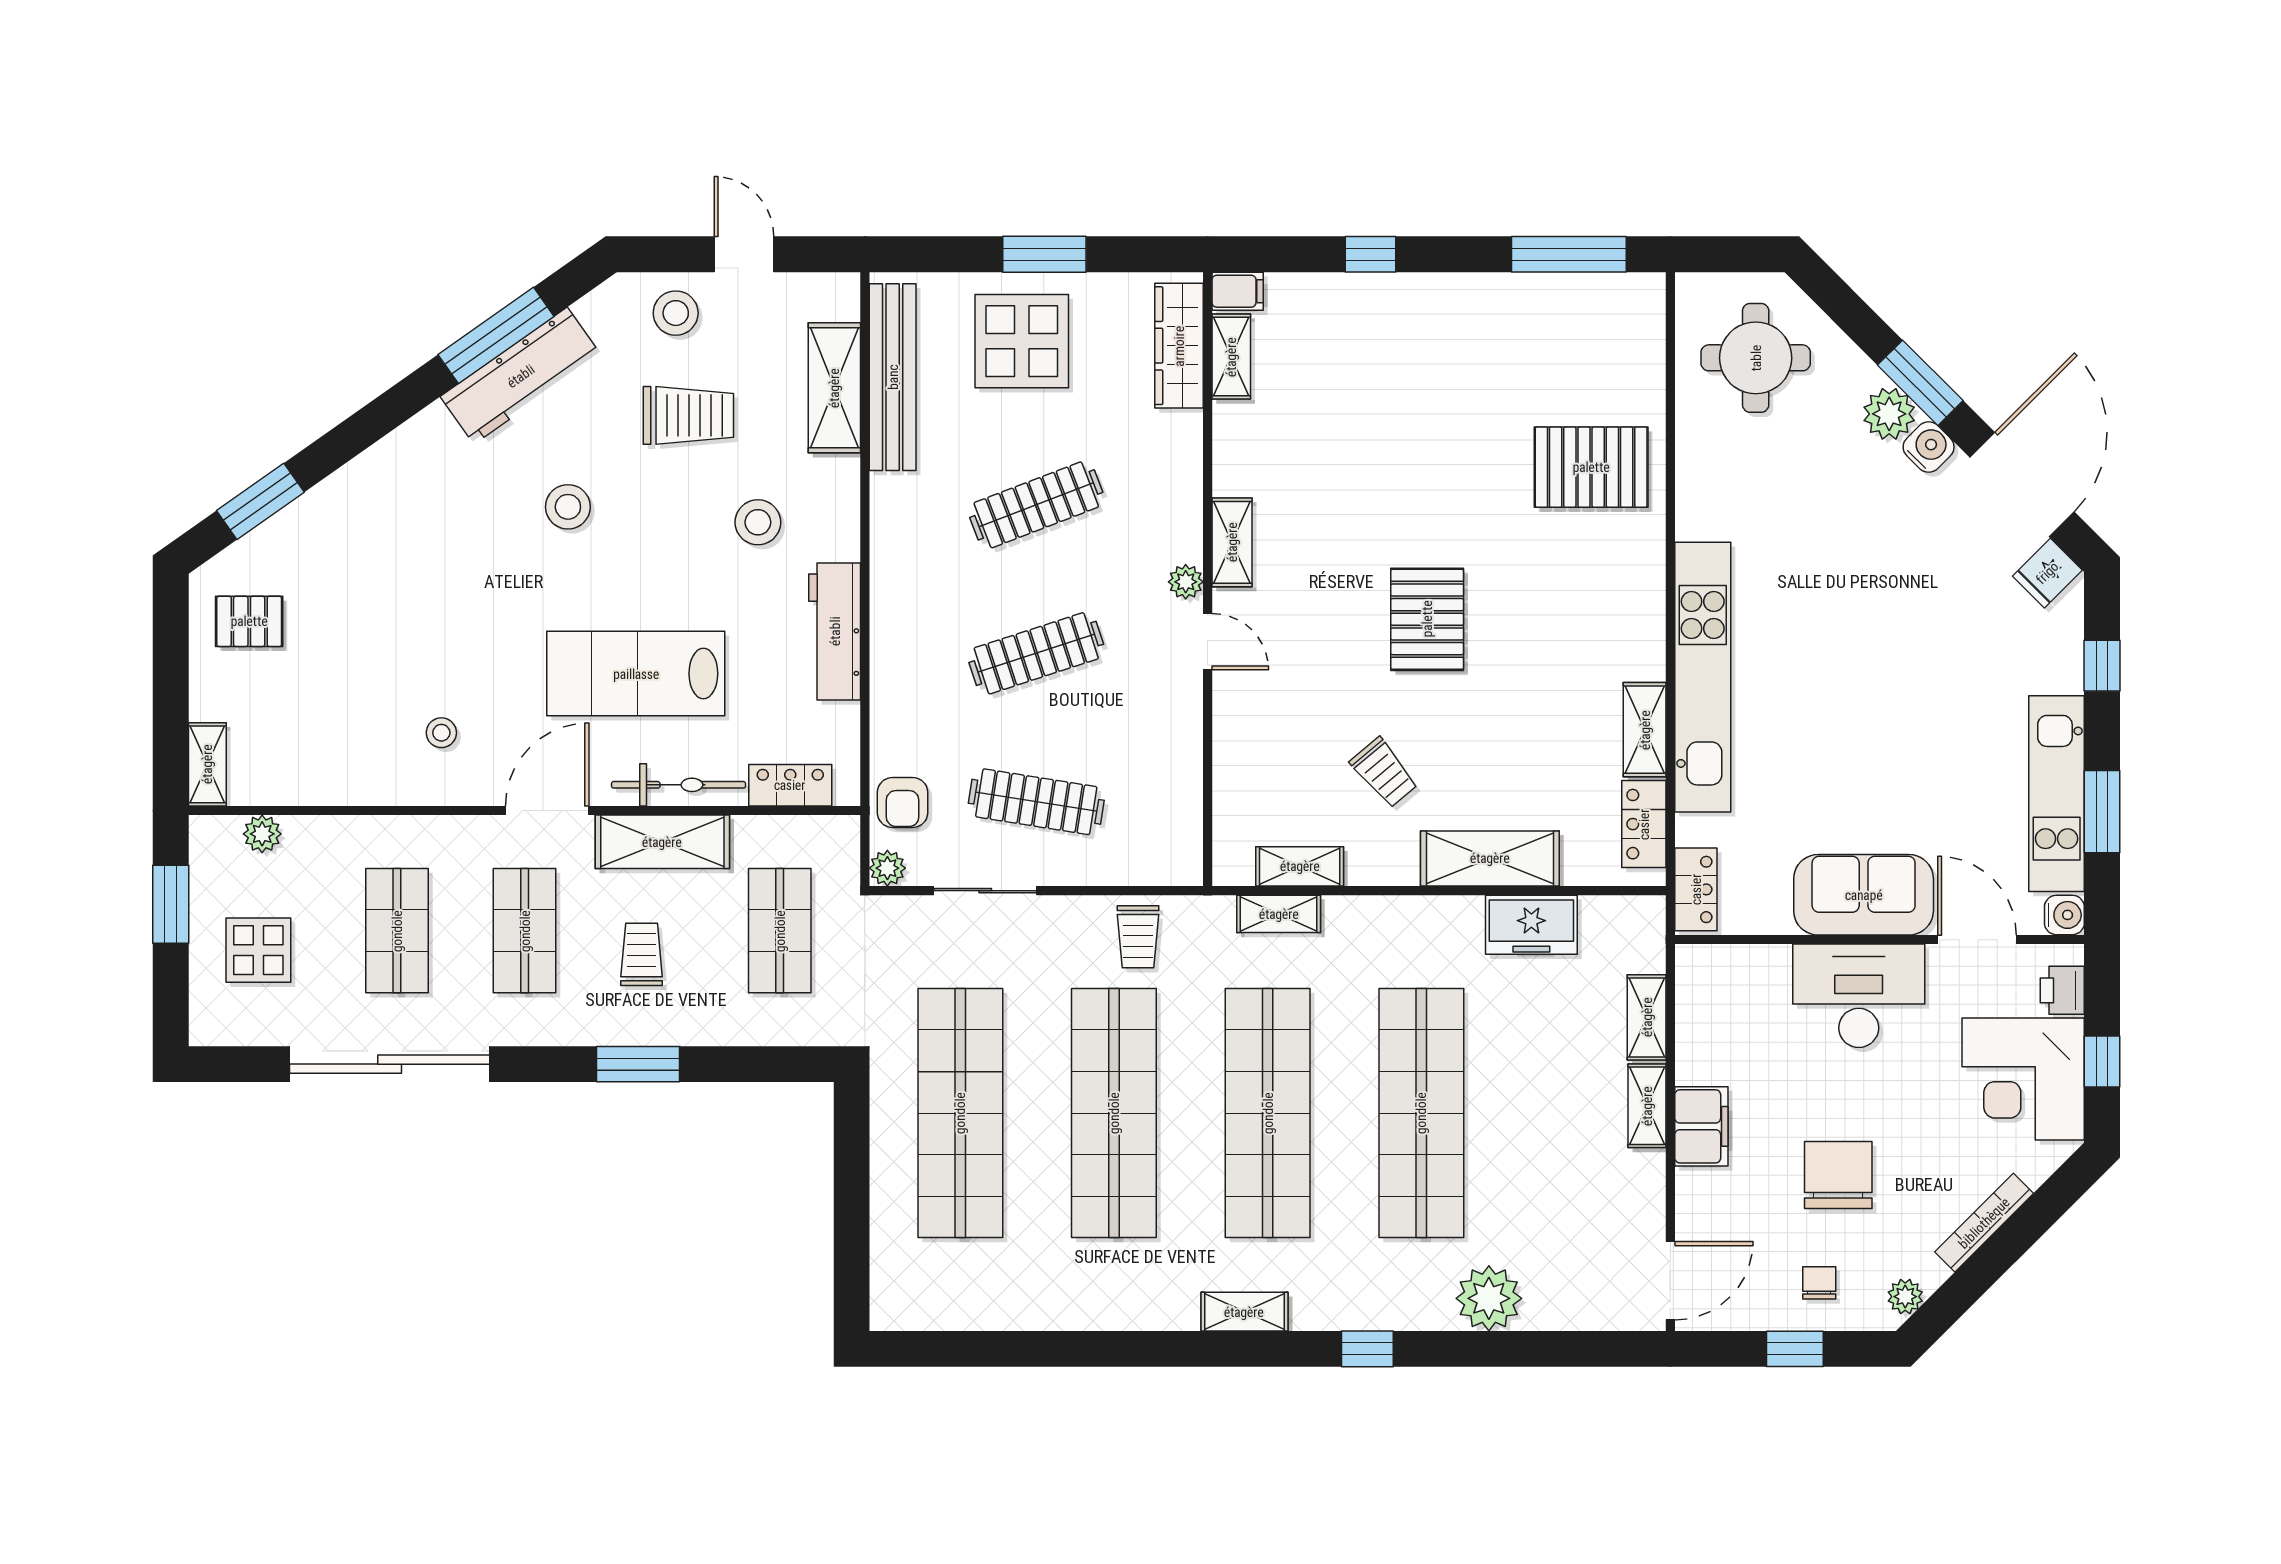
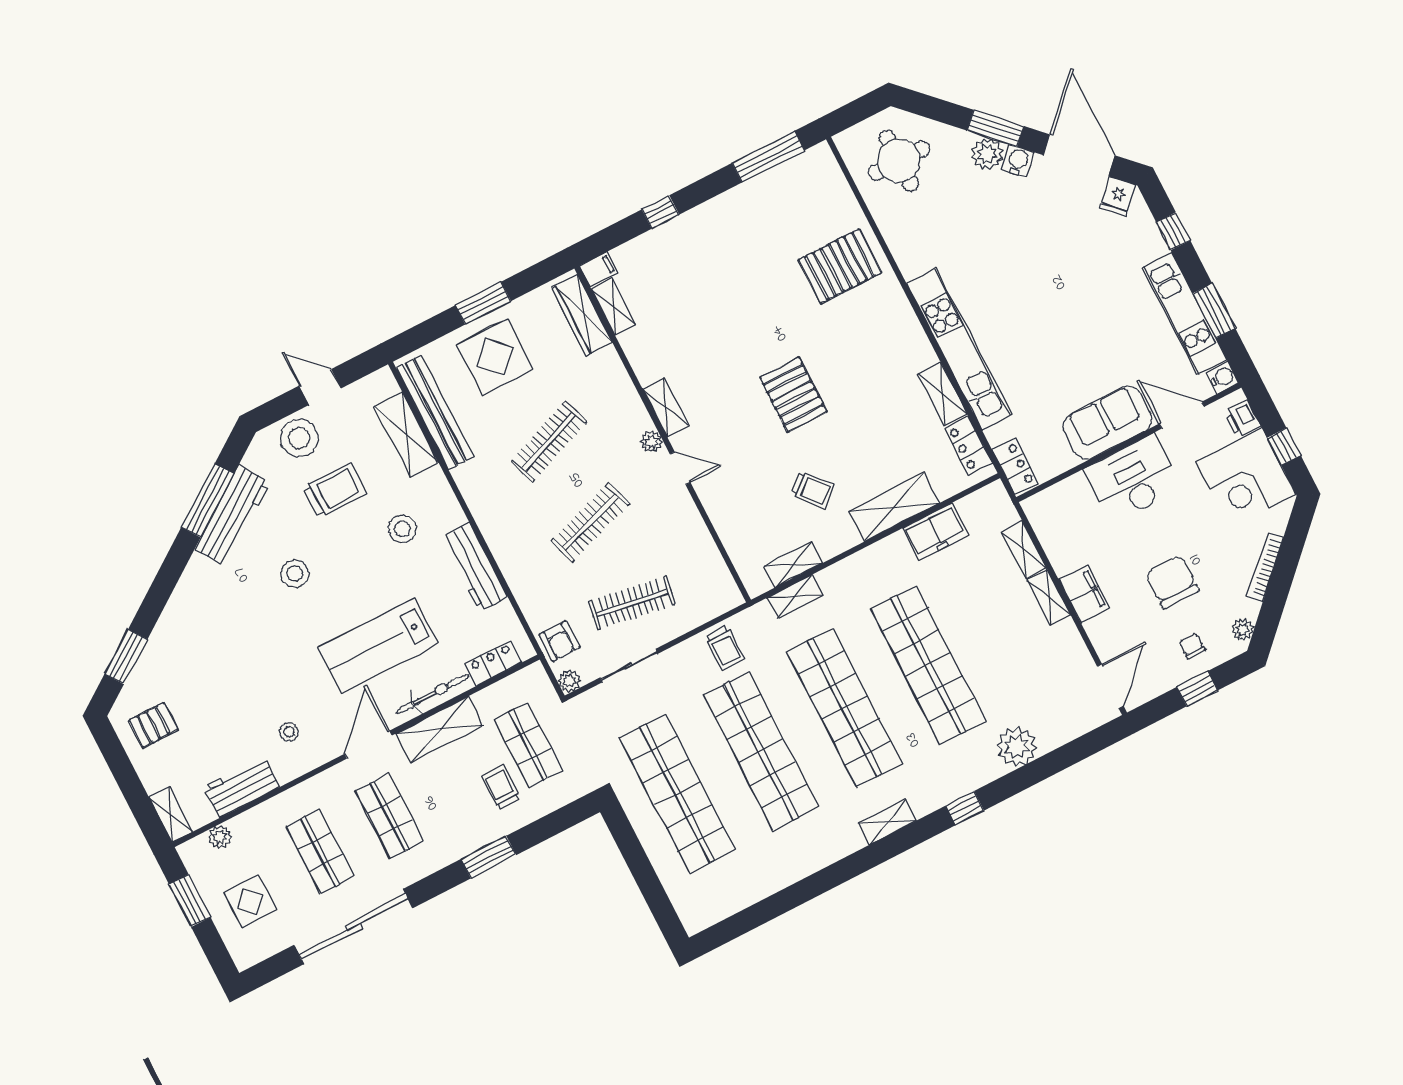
stool: (676, 313) -> (299, 438), width x1.38, depth x1.38
workbench: (331, 777) -> (242, 787), added
trolley: (642, 954) -> (501, 787), moved

